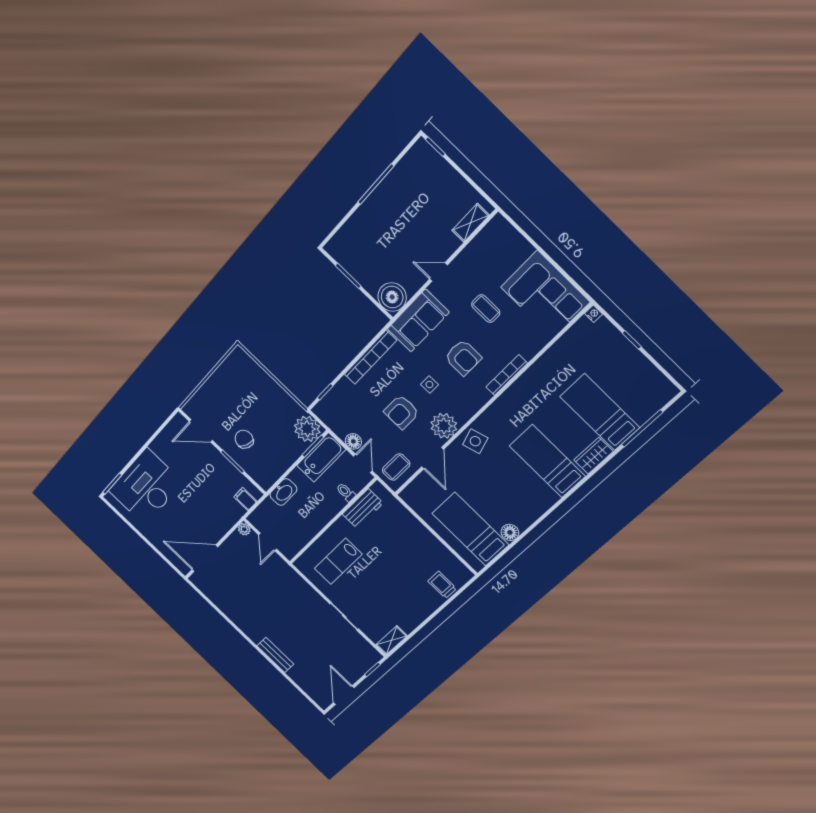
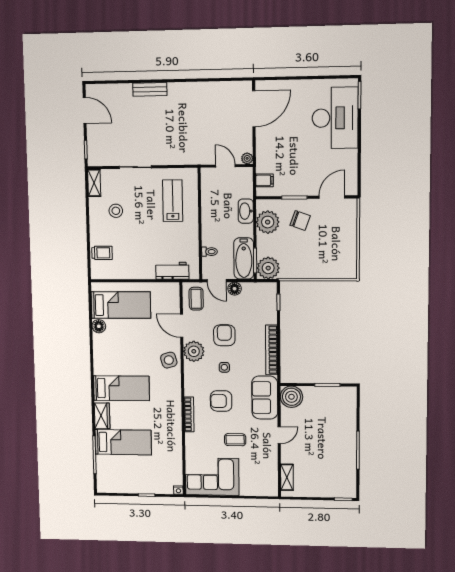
plant: (273, 465) -> (268, 222), added
workbench: (363, 509) -> (172, 271), moved, turned 90
stool: (395, 603) -> (116, 211), added

